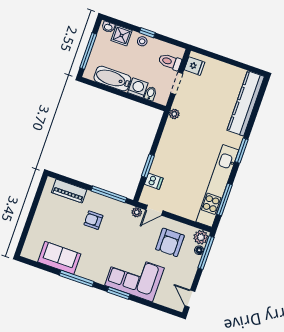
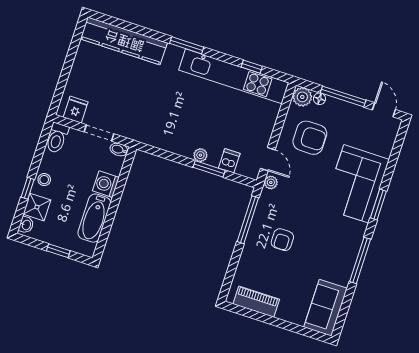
window: (147, 33) -> (28, 188), moved
window: (88, 51) -> (58, 251), width x0.46
toilet: (170, 62) -> (57, 138), moved
bidet: (150, 94) -> (119, 150), moved
plant: (174, 114) -> (200, 155), moved
piano: (69, 191) -> (256, 302), moved, turned -90
window: (224, 200) -> (252, 67), width x0.46
window: (206, 253) -> (343, 96), moved
sofa: (59, 258) -> (326, 308), moved
door: (190, 299) -> (384, 110), swing flipped

